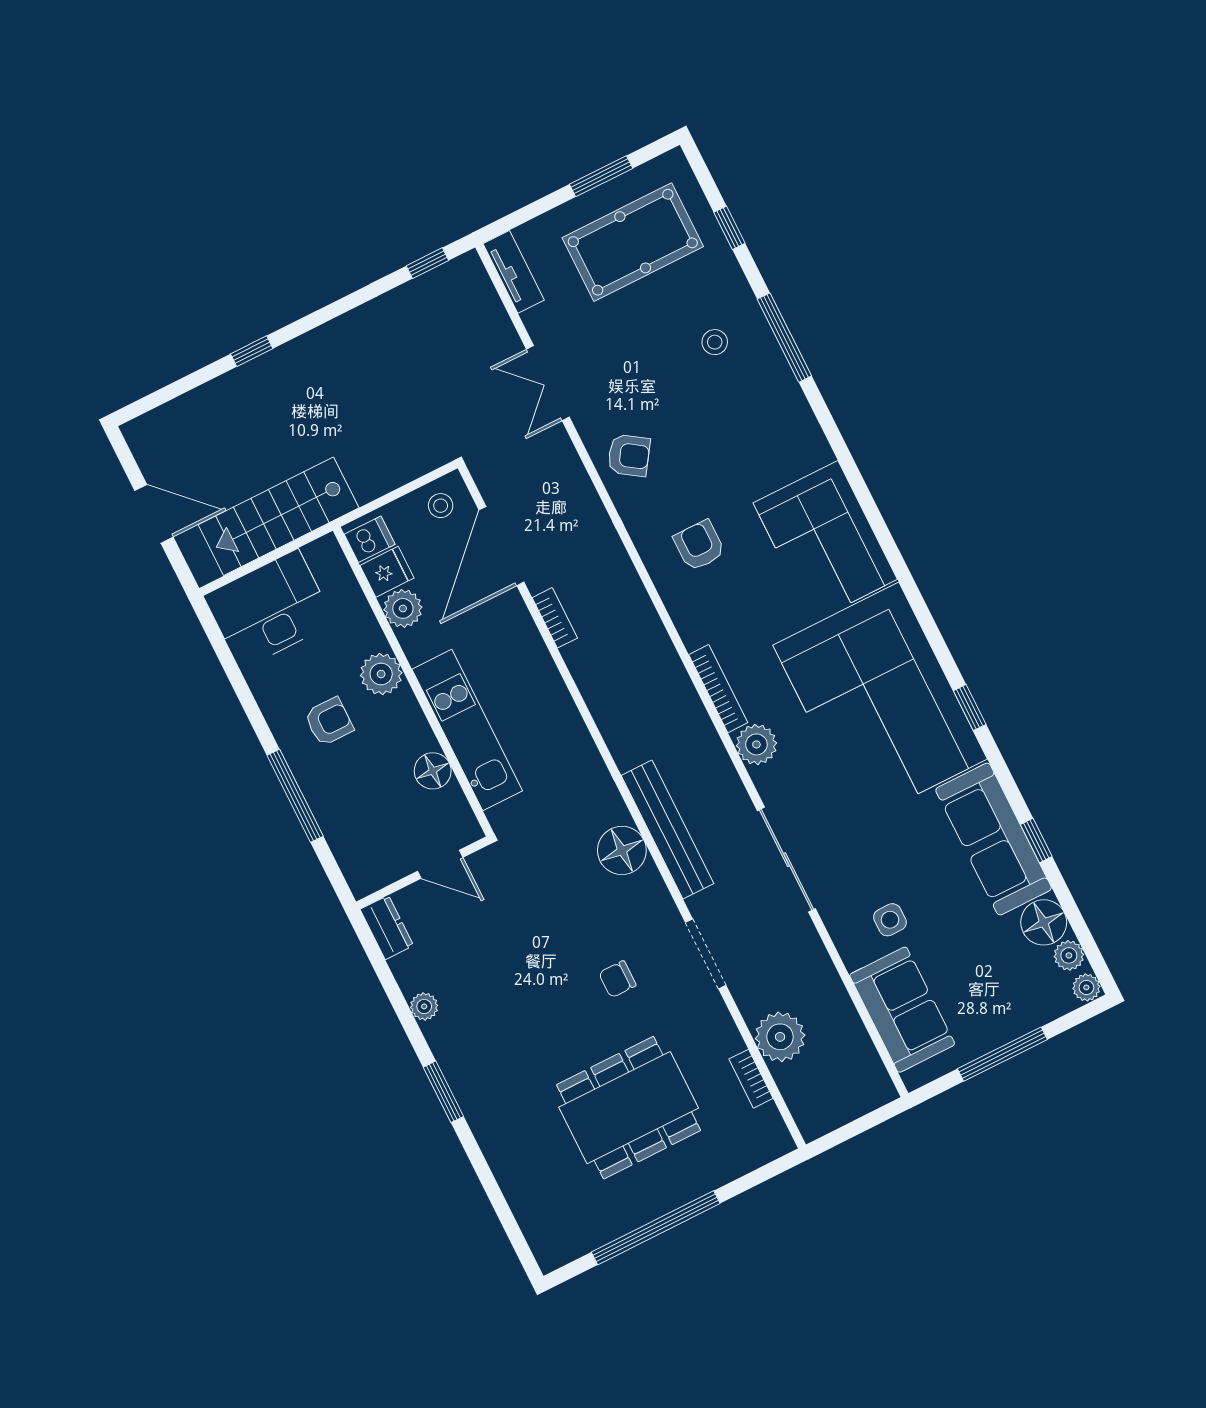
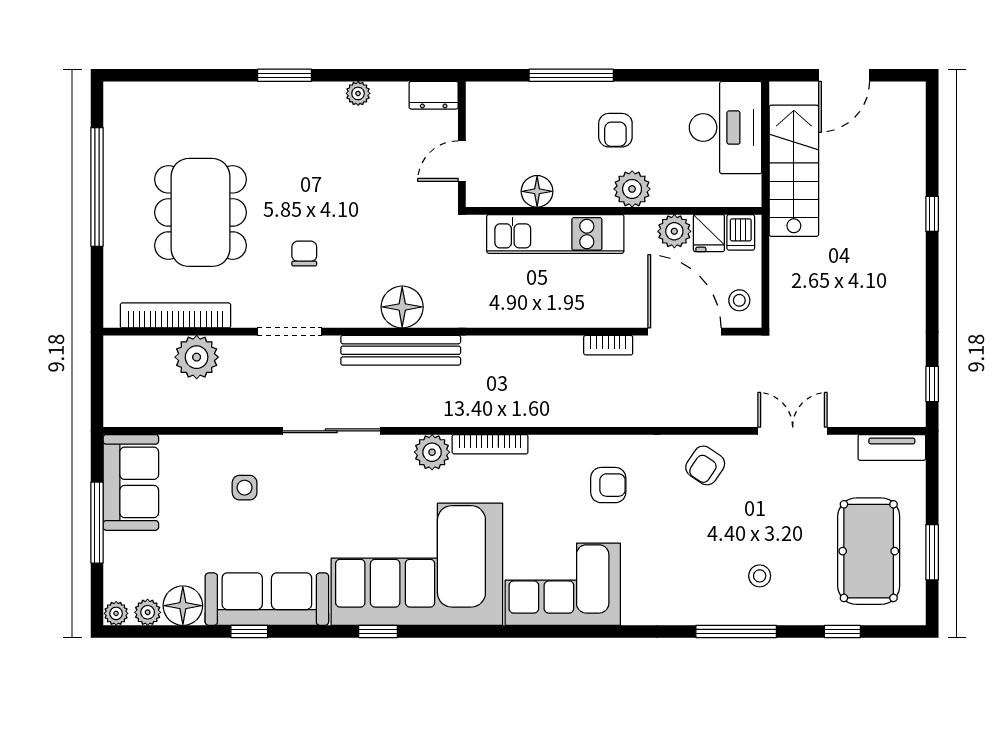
sofa: (902, 1010) -> (131, 482), moved, turned -90
bookcase: (751, 1079) -> (175, 315), width x2.31, depth x1.31

